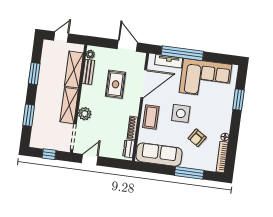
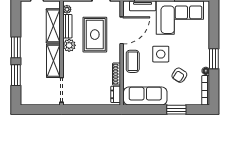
window: (34, 74) -> (16, 47), moved
rug: (116, 84) -> (95, 35), width x1.36, depth x1.43
window: (238, 100) -> (214, 59), moved
plant: (85, 114) -> (69, 45), moved
window: (49, 154) -> (40, 110), removed
door: (90, 160) -> (80, 110), removed
window: (189, 173) -> (176, 110), width x0.69

